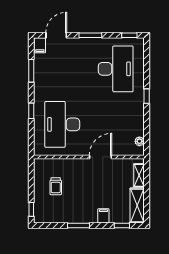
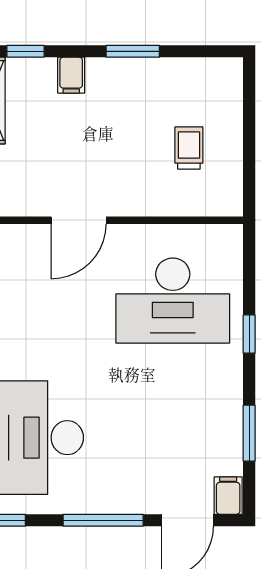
window: (90, 35) -> (103, 520), width x1.44
desk: (62, 124) -> (173, 301), turned 90
window: (31, 209) -> (249, 91), removed

